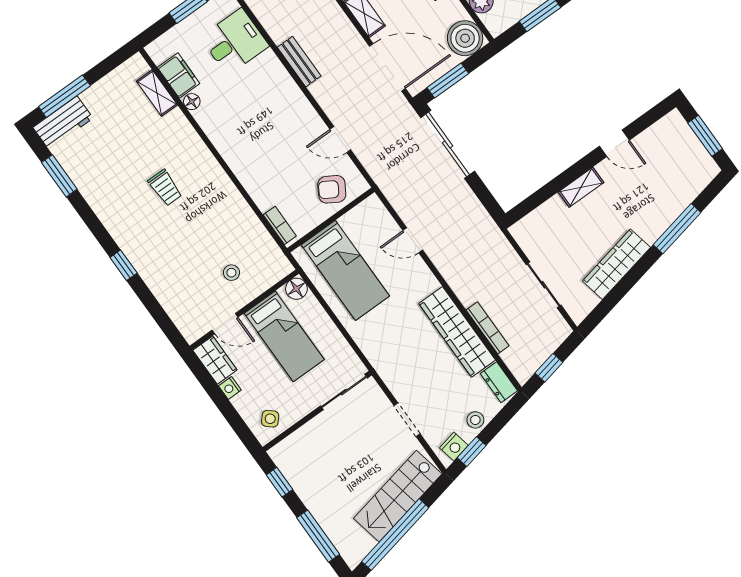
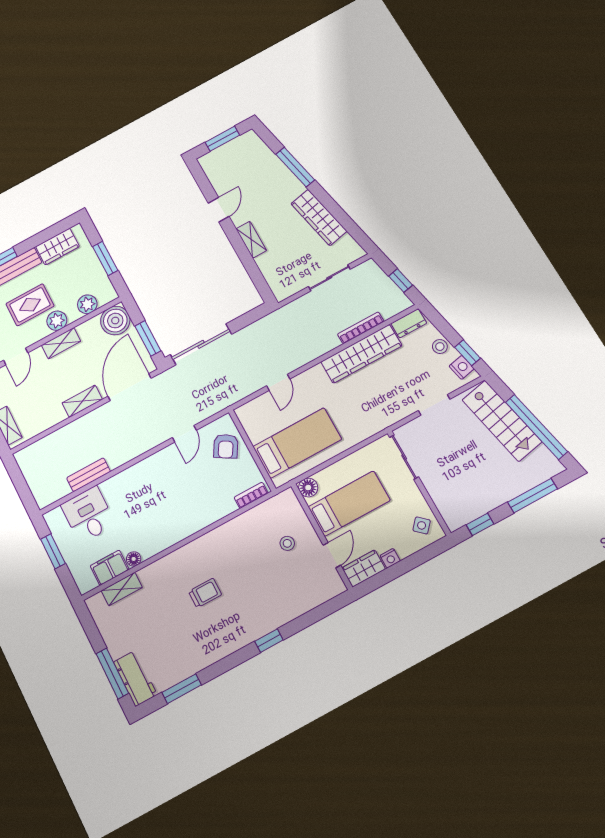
bench: (299, 62) -> (89, 475), moved

